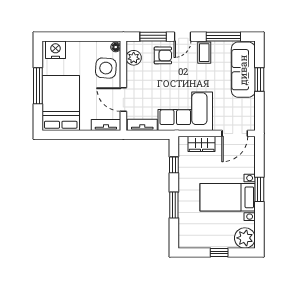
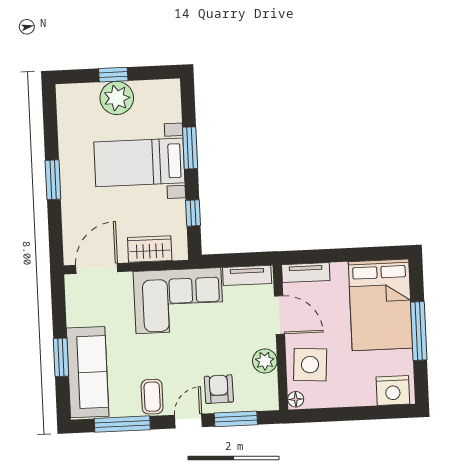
armchair: (163, 55) -> (219, 389), turned 89
plant: (134, 58) -> (265, 361), moved
bed with nightstands: (228, 197) -> (139, 162), moved, turned 180
plant: (245, 238) -> (117, 98), moved

